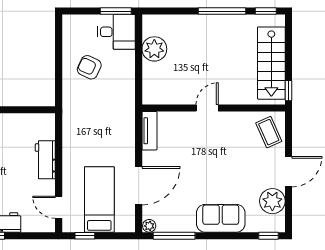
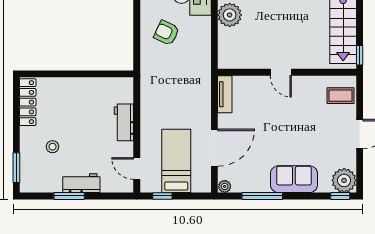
door: (207, 108) -> (281, 72), swing flipped
coffee table: (269, 132) -> (341, 96), turned -66
plant: (272, 201) -> (344, 180), moved
window: (174, 236) -> (262, 196), moved

